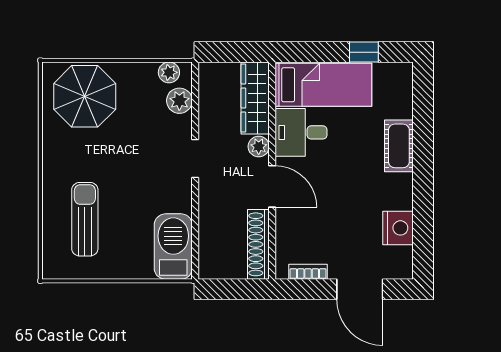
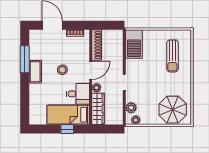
window: (364, 52) -> (67, 129), moved
cot: (399, 146) -> (35, 72), moved
door: (272, 186) -> (91, 70), swing flipped
stool: (337, 187) -> (62, 70), added
window: (423, 212) -> (25, 59), added
nightstand: (398, 228) -> (36, 52), removed

